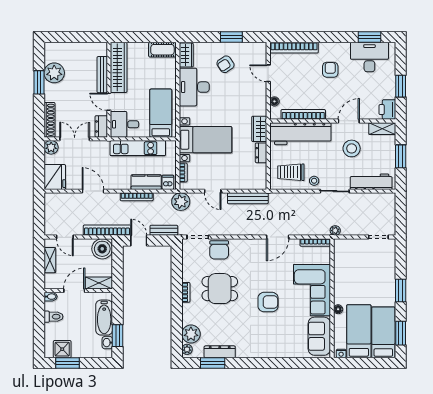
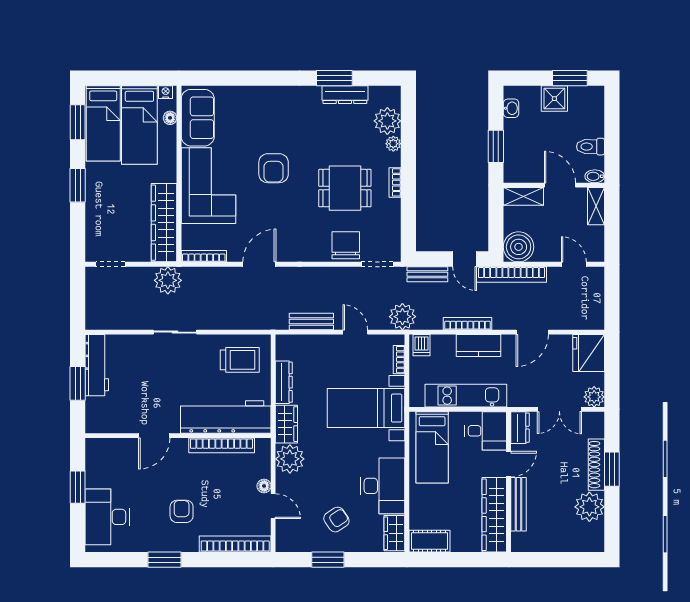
window: (370, 37) -> (165, 560), moved
desk: (369, 57) -> (107, 517), moved, turned 90
armchair: (330, 70) -> (182, 511), turned 180
window: (39, 82) -> (612, 469), moved
floor lamp: (274, 101) -> (264, 486), moved
door: (109, 102) -> (509, 464), hinge flipped
plant: (257, 105) -> (290, 459), added
printer: (387, 110) -> (97, 453), removed
shoe rack: (50, 120) -> (596, 465), moved
shelving: (382, 129) -> (105, 425), removed
stool: (352, 148) -> (150, 395), removed
dresser: (261, 153) -> (284, 382), width x1.44
stool: (314, 181) -> (205, 347), removed
kitchen counter: (146, 182) -> (478, 345), moved
workbench: (371, 182) -> (97, 365), moved, turned -90
door: (93, 191) -> (532, 332), hinge flipped
bench: (248, 198) -> (311, 321), width x0.73
plant: (335, 231) -> (168, 280), width x1.88, depth x1.88
shelving: (50, 260) -> (596, 206), moved
wardrobe: (342, 265) -> (164, 223), added
door: (74, 291) -> (560, 185), swing flipped
armchair: (268, 302) -> (274, 168), turned -90
floor lamp: (338, 309) -> (170, 118), moved
bathtub: (104, 318) -> (516, 145), removed
window: (118, 336) -> (496, 146), moved
shower: (62, 349) -> (554, 99), moved
plant: (187, 349) -> (393, 144), moved
window: (213, 363) -> (334, 78), moved

